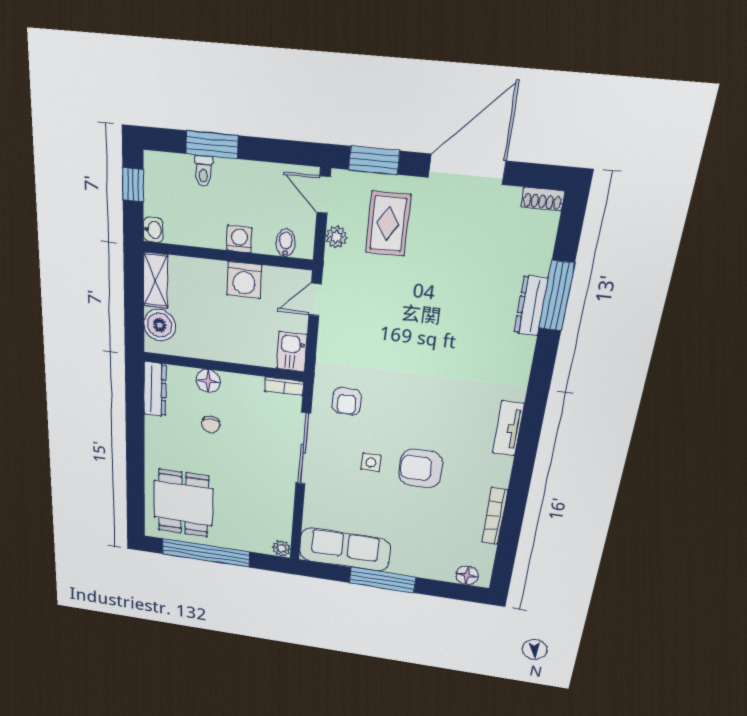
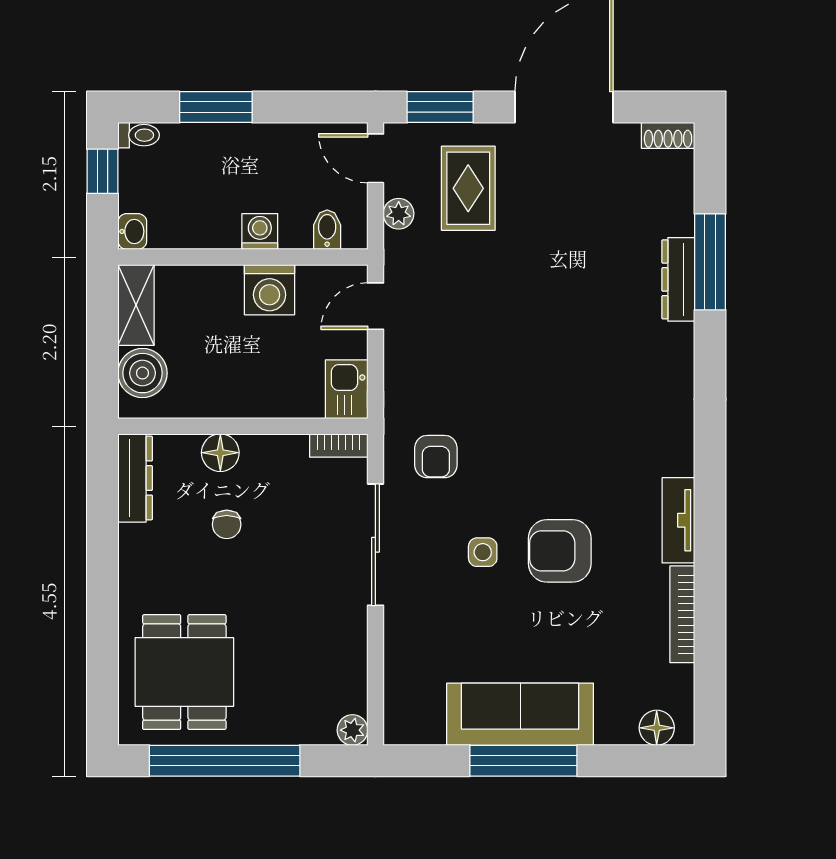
toilet: (203, 171) -> (139, 135), moved, turned -90
tv unit: (508, 428) -> (678, 520), moved
sofa: (345, 550) -> (520, 714), moved

